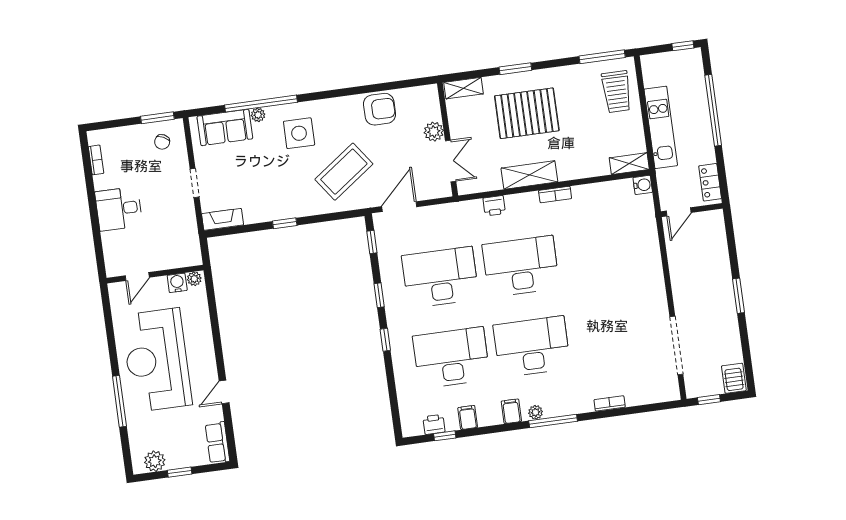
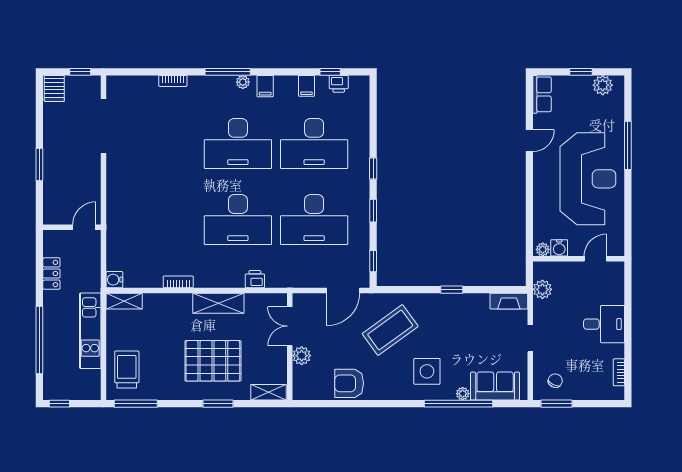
bookcase: (555, 194) -> (178, 282), moved
wall: (692, 210) -> (72, 227), moved
door: (679, 212) -> (84, 227), moved
plant: (189, 237) -> (542, 289), added

